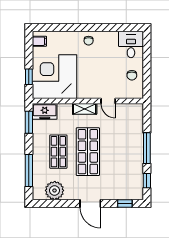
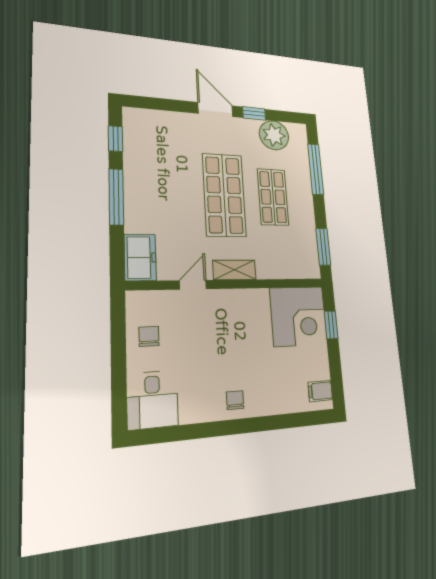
corner desk: (55, 77) -> (298, 316), width x0.74, depth x0.74
door: (108, 101) -> (193, 285), hinge flipped
freezer: (45, 111) -> (140, 257), moved, turned 90
window: (125, 203) -> (254, 113), moved

